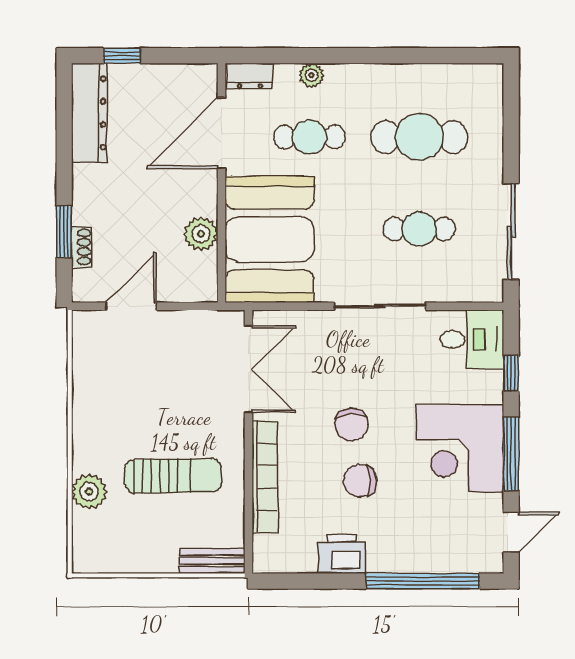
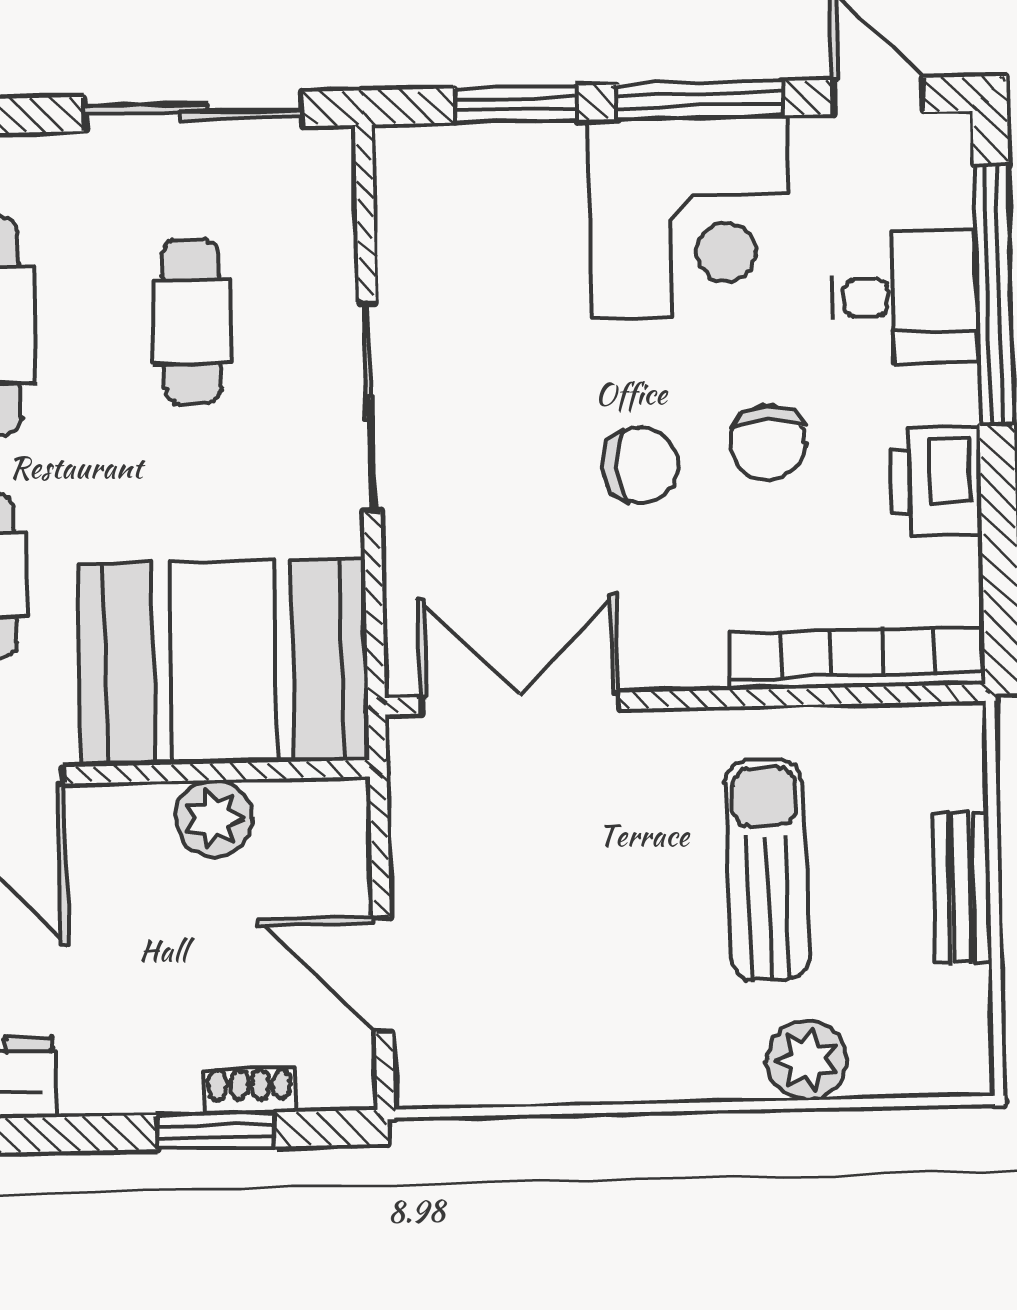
desk: (472, 339) -> (905, 297), moved, turned 90
window: (511, 373) -> (516, 104), width x1.50
bookcase: (265, 477) -> (857, 658), moved
bench: (212, 561) -> (962, 888), moved

